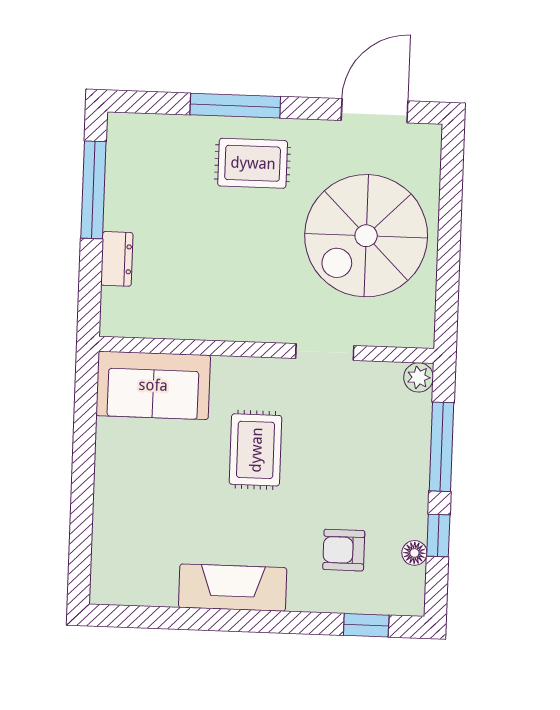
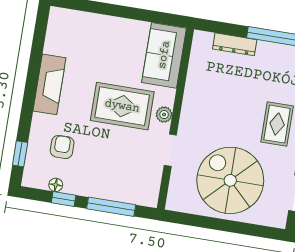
dresser: (117, 259) -> (235, 44), width x1.44
plant: (419, 377) -> (164, 115), moved
rug: (256, 450) -> (122, 106), width x1.36, depth x1.43

